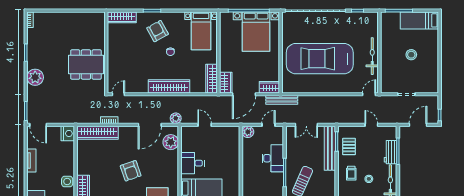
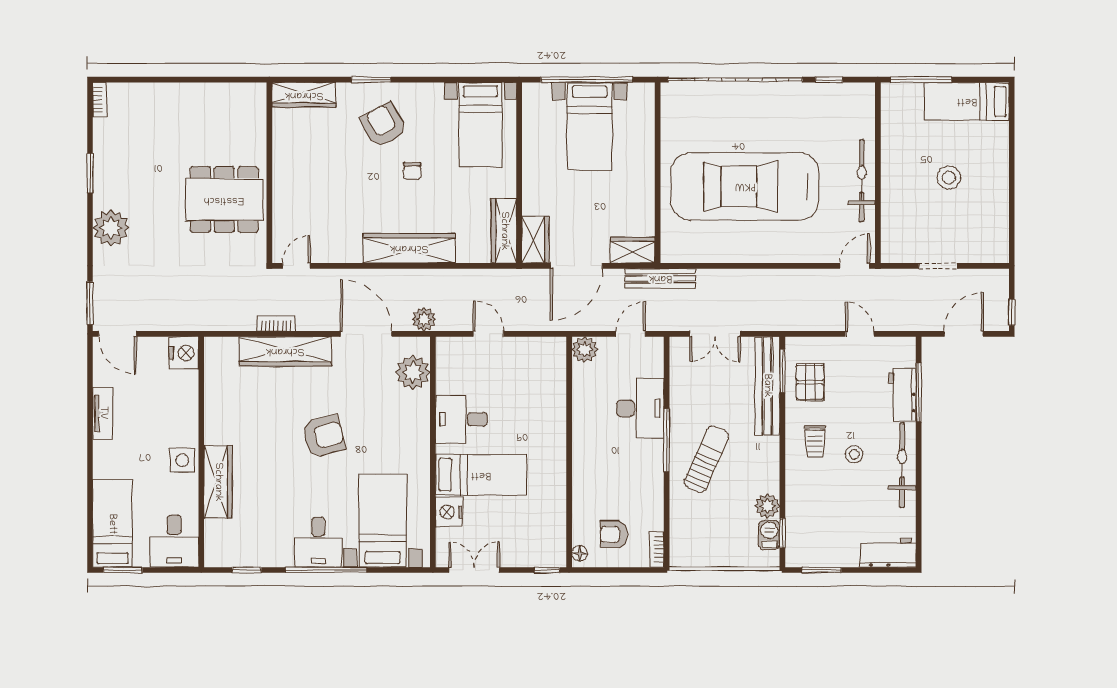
bed with nightstands: (256, 32) -> (590, 126), width x0.73
door: (150, 125) -> (366, 334), swing flipped
wardrobe: (98, 133) -> (285, 351), moved
armchair: (131, 171) -> (324, 436), turned -85

